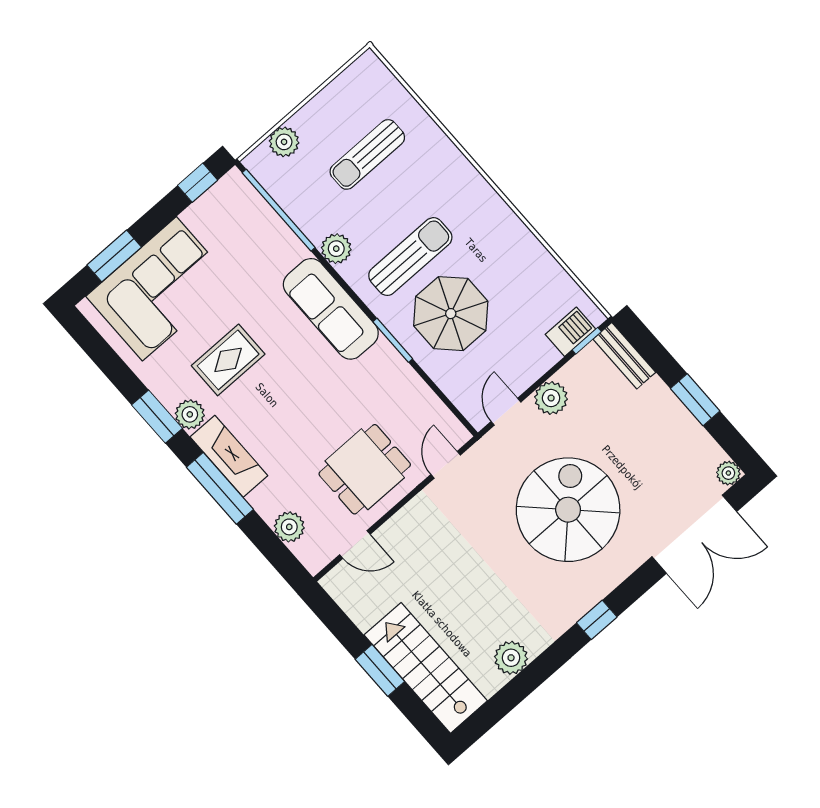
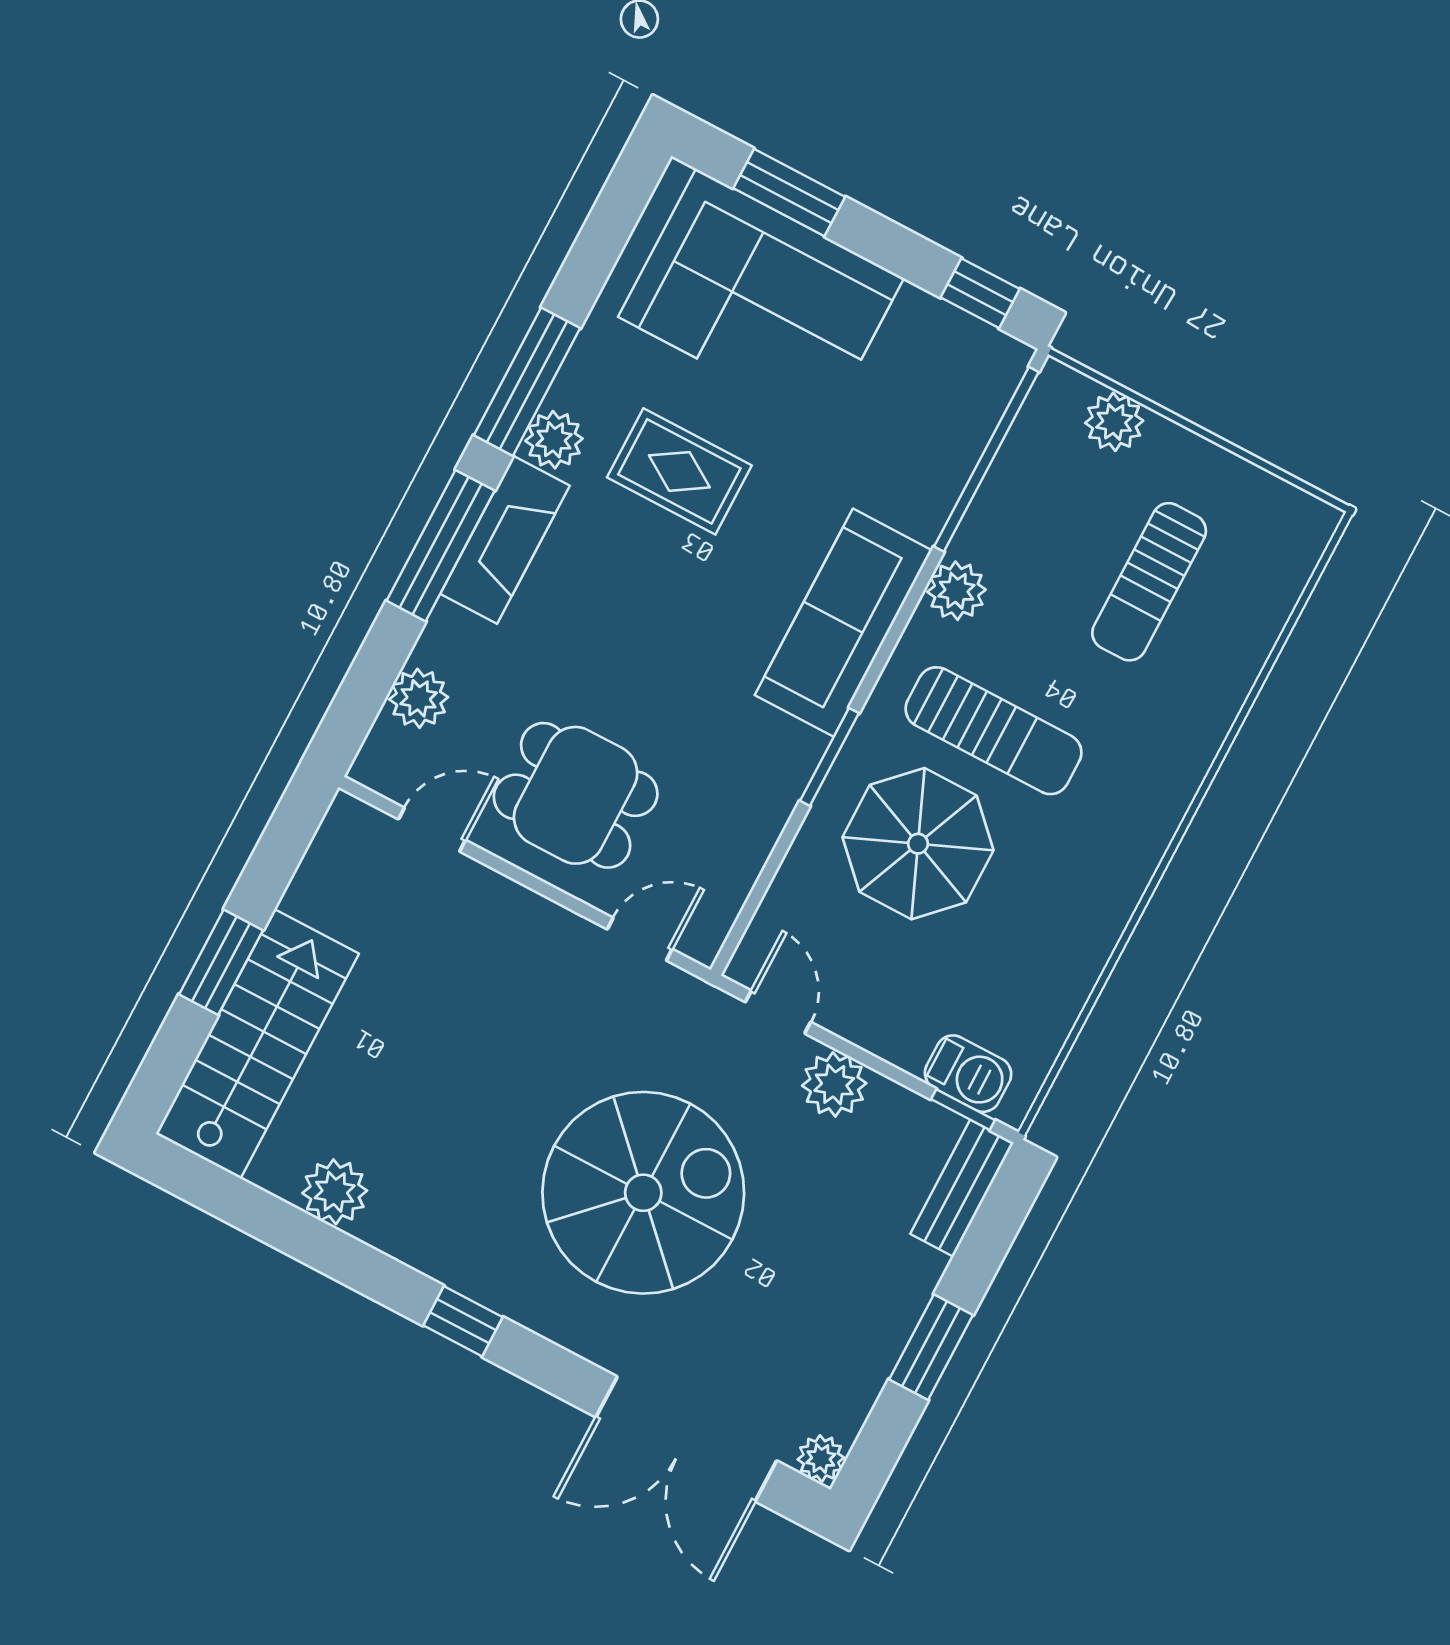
sun lounger: (367, 154) -> (1149, 582), turned -90
door: (506, 412) -> (778, 1012), hinge flipped
window: (157, 417) -> (527, 382), width x1.44
door: (355, 545) -> (432, 830), swing flipped

